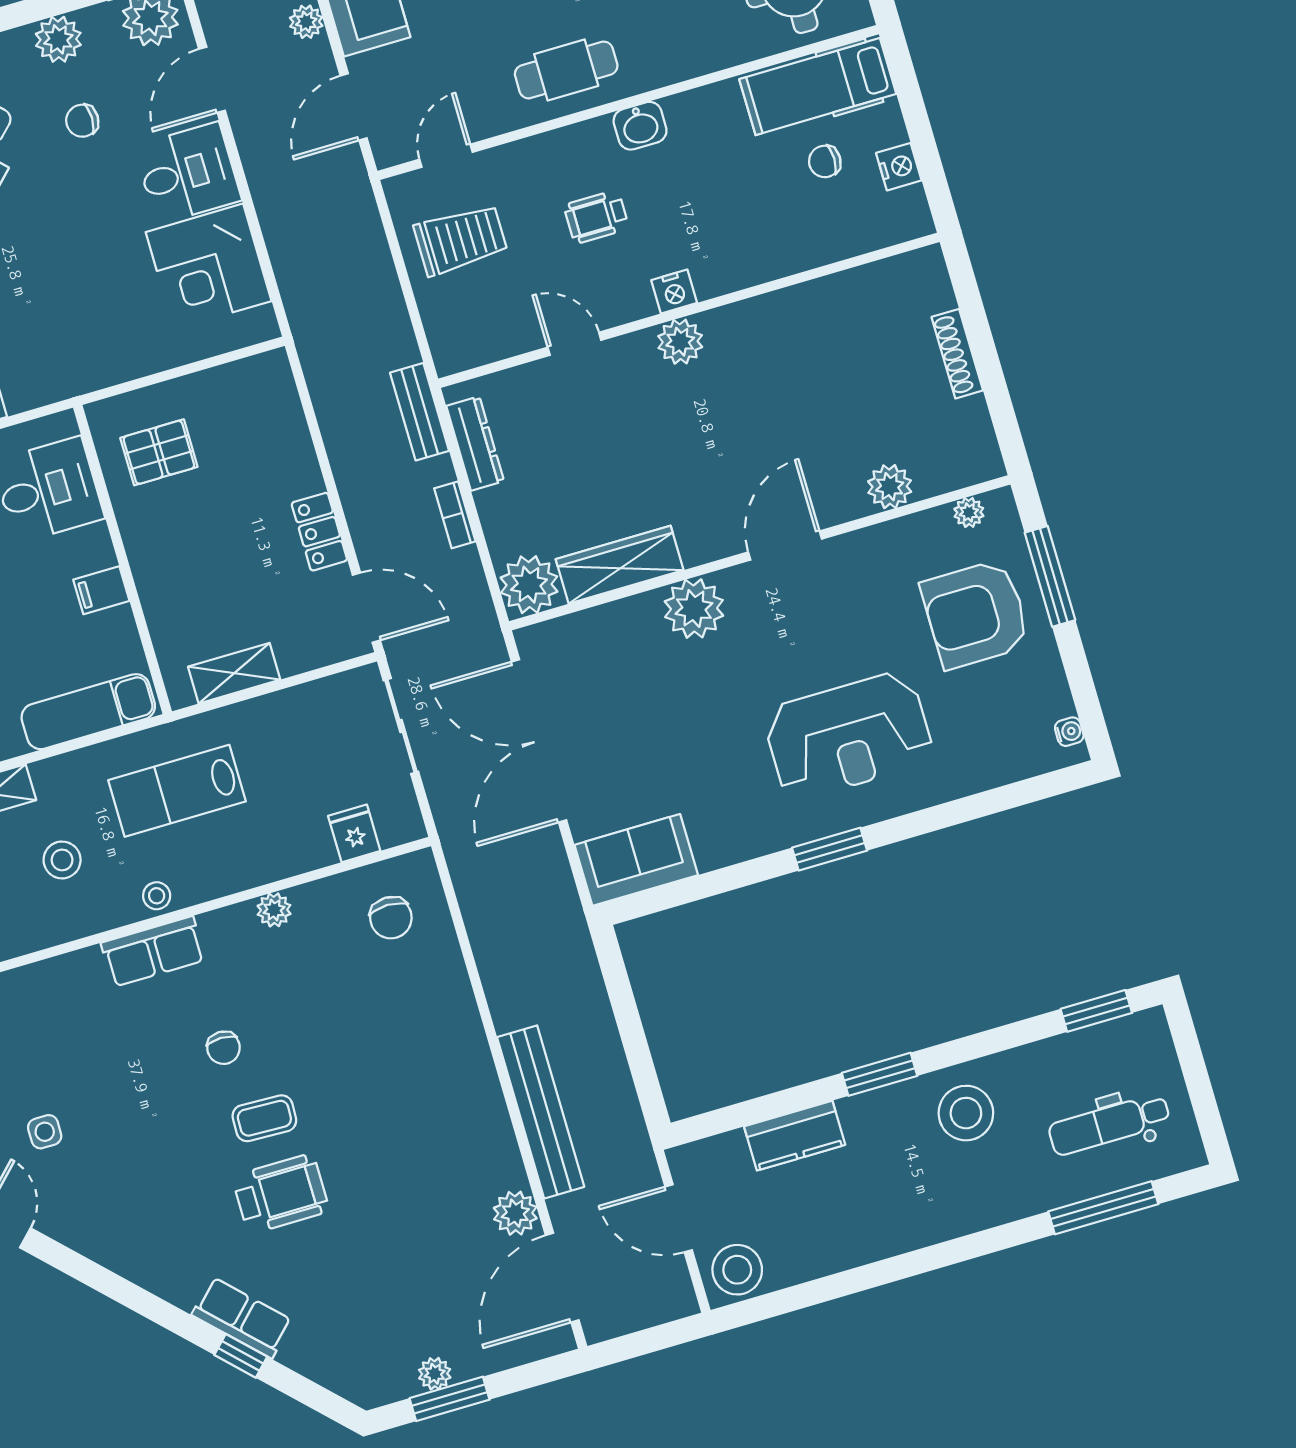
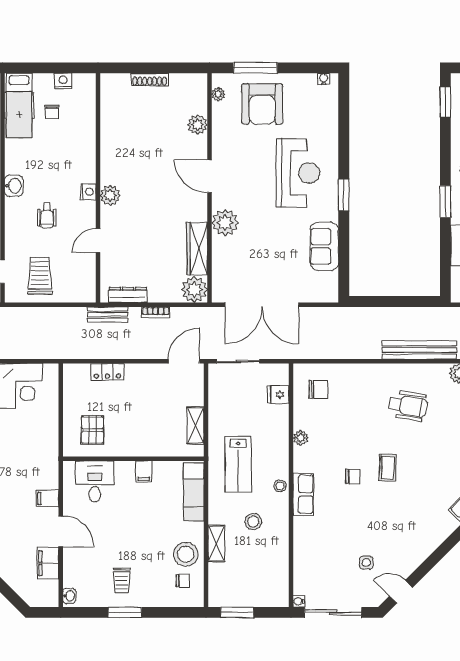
locker: (319, 532) -> (107, 372), moved
sofa: (636, 860) -> (324, 246), moved
wheelchair: (281, 1194) -> (408, 406), moved, turned 99

